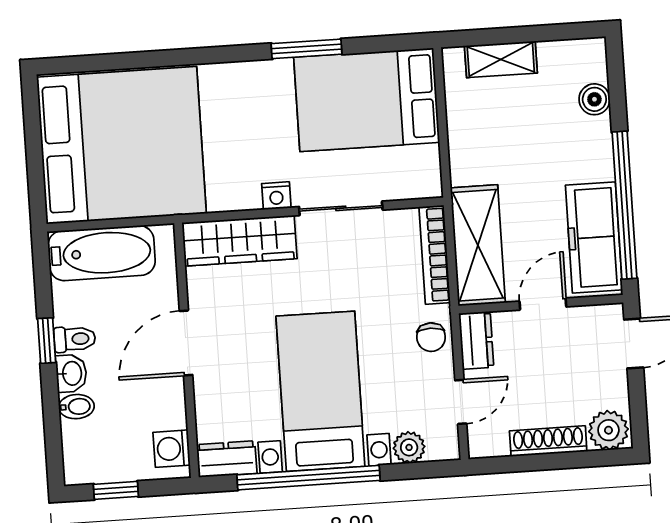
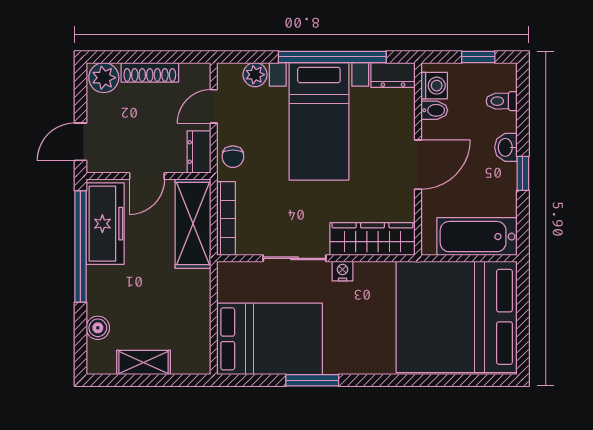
shelving: (501, 59) -> (143, 363), moved
chair: (431, 337) -> (233, 157), turned 180
toilet: (75, 339) -> (502, 101), moved
bidet: (76, 407) -> (434, 110), moved, turned 180

